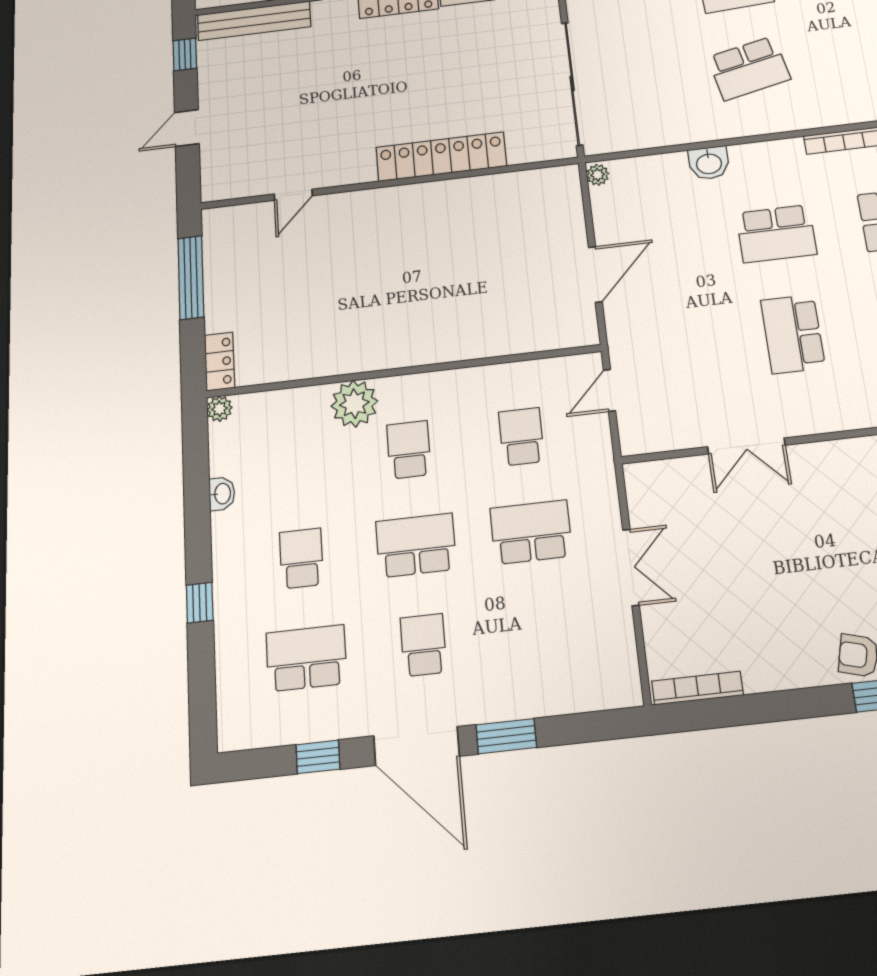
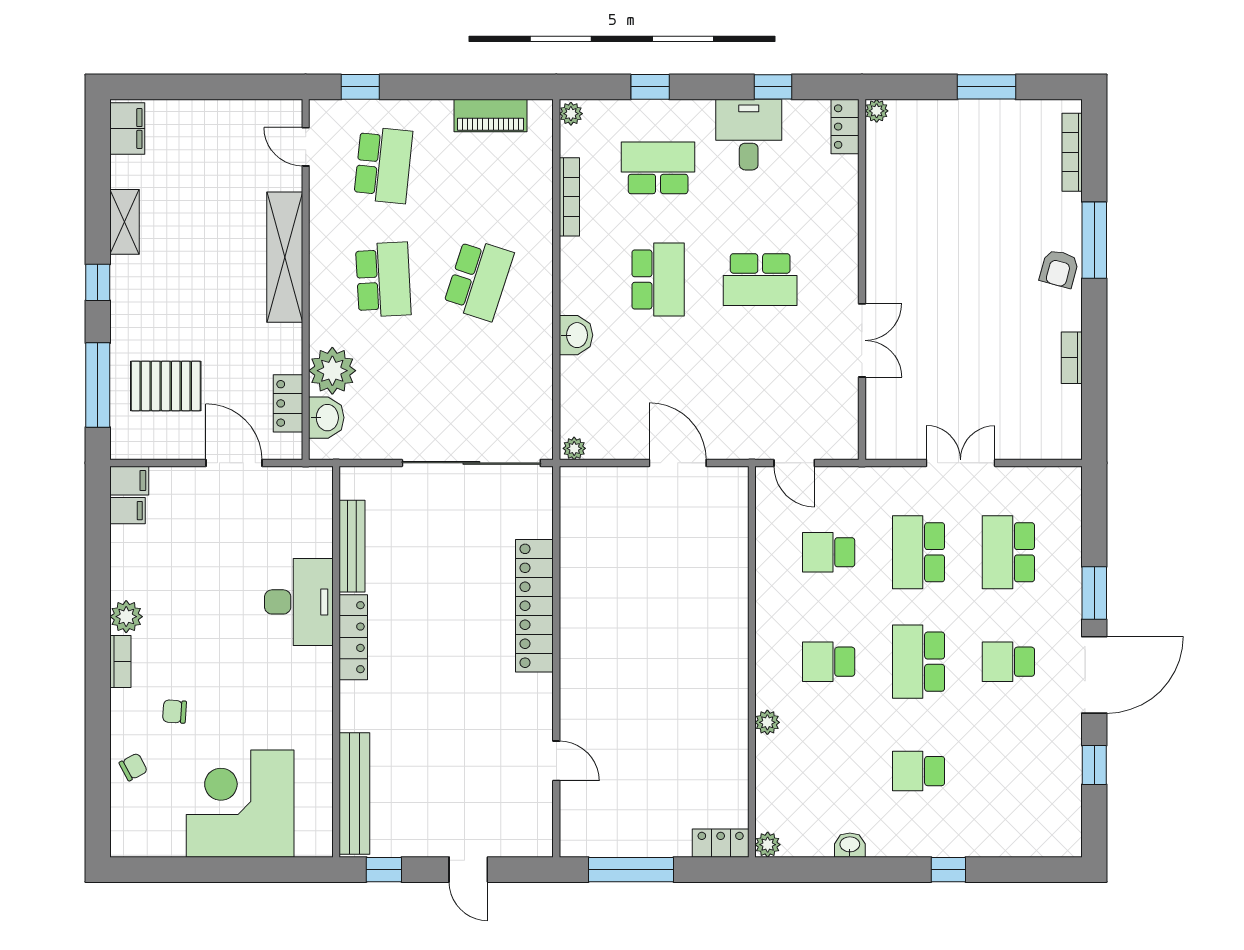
school desk: (749, 68) -> (479, 280), turned 30
plant: (354, 404) -> (767, 722), width x0.53, depth x0.53
school desk: (306, 658) -> (1008, 552), moved
bookcase: (697, 688) -> (1072, 358), moved, width x0.64

